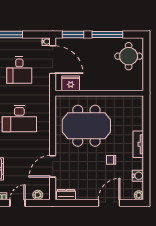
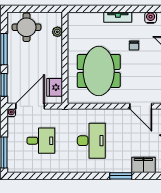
plant: (124, 86) -> (57, 32), added

